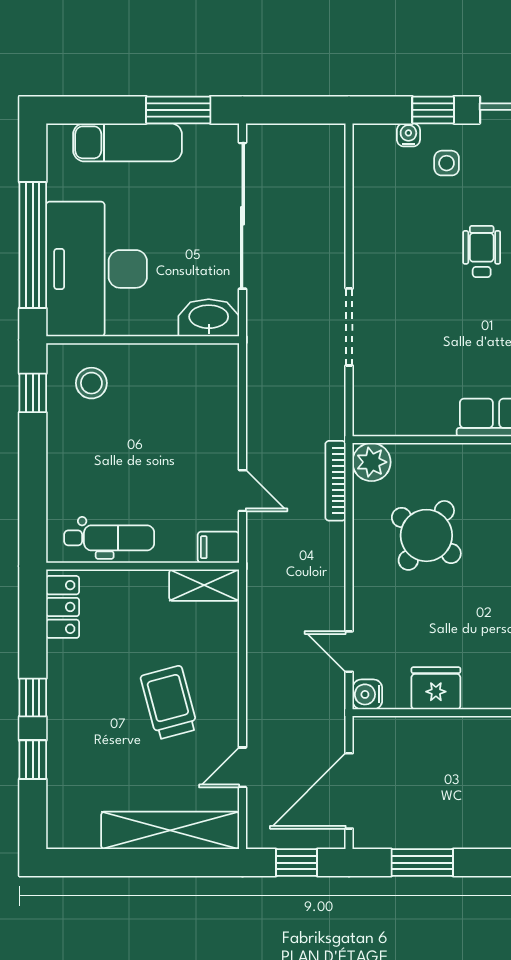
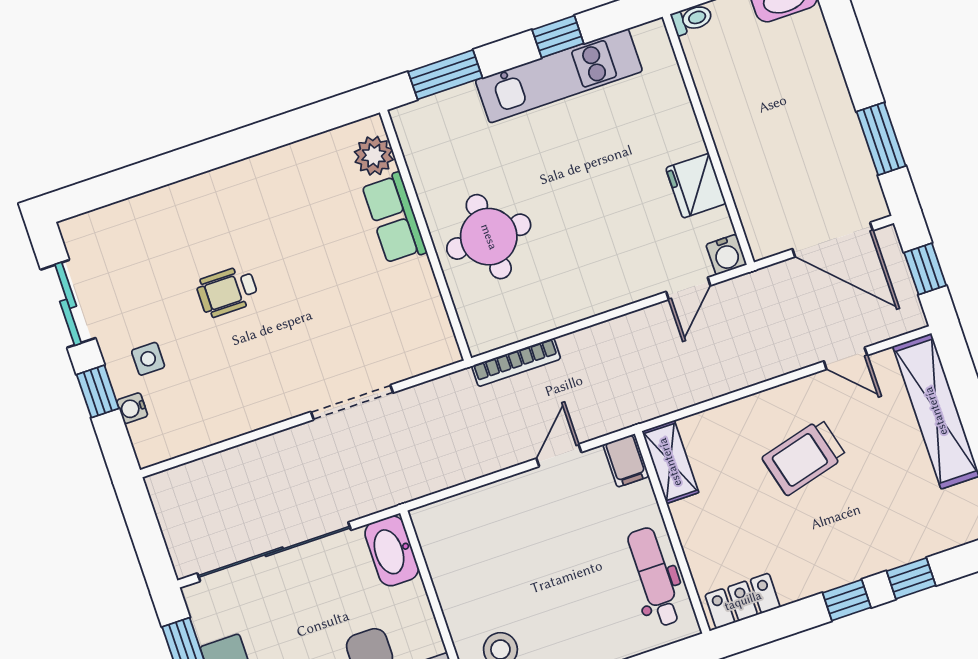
plant: (372, 462) -> (484, 332), removed
round table: (426, 535) -> (489, 237), moved, turned -38

